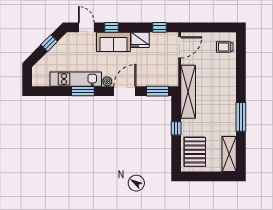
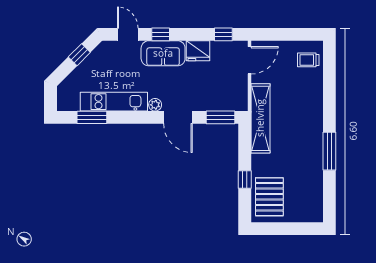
window: (83, 91) -> (92, 117), moved
door: (125, 91) -> (178, 117), swing flipped
window: (176, 128) -> (245, 180), moved
shelving: (229, 154) -> (314, 199), removed

